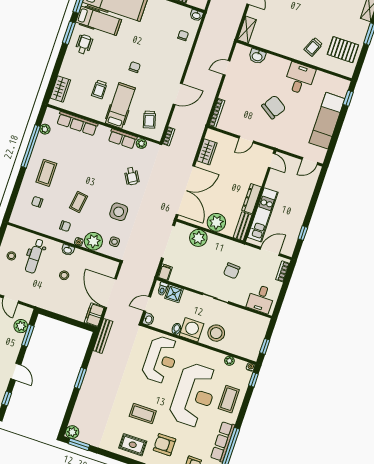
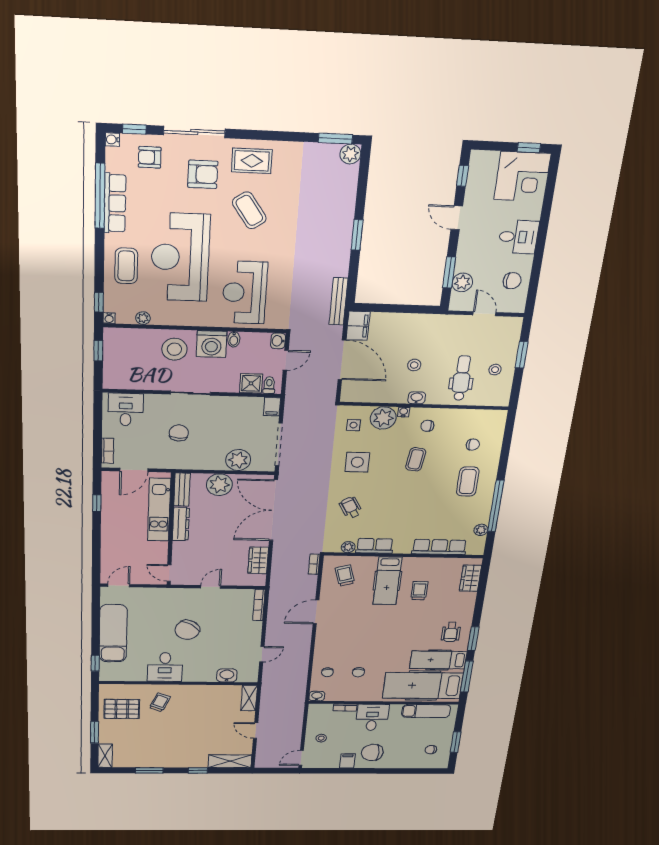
chair: (135, 67) -> (358, 672), moved
coffee table: (143, 414) -> (249, 210), turned 56

